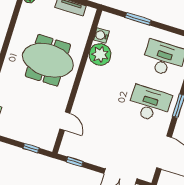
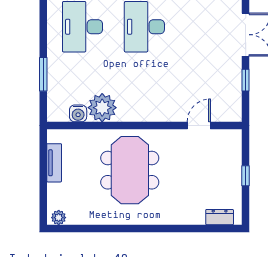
window: (31, 148) -> (246, 176), moved
window: (75, 162) -> (246, 80), moved

